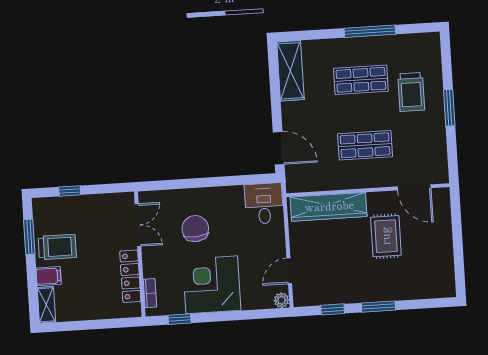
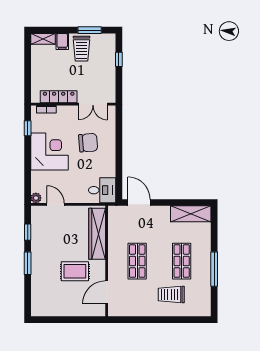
window: (449, 108) -> (159, 320), removed
door: (279, 148) -> (139, 202), swing flipped

